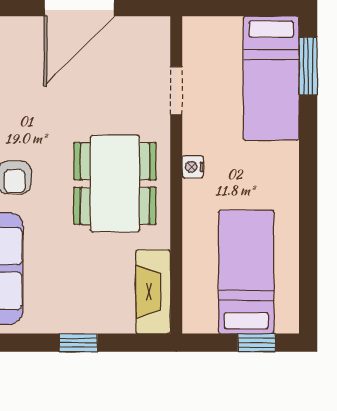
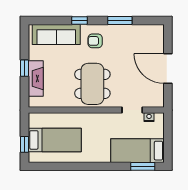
nightstand: (193, 167) -> (149, 117), moved
dining table: (115, 184) -> (92, 84), turned 90
fireplace: (153, 292) -> (36, 79), moved, turned 90

